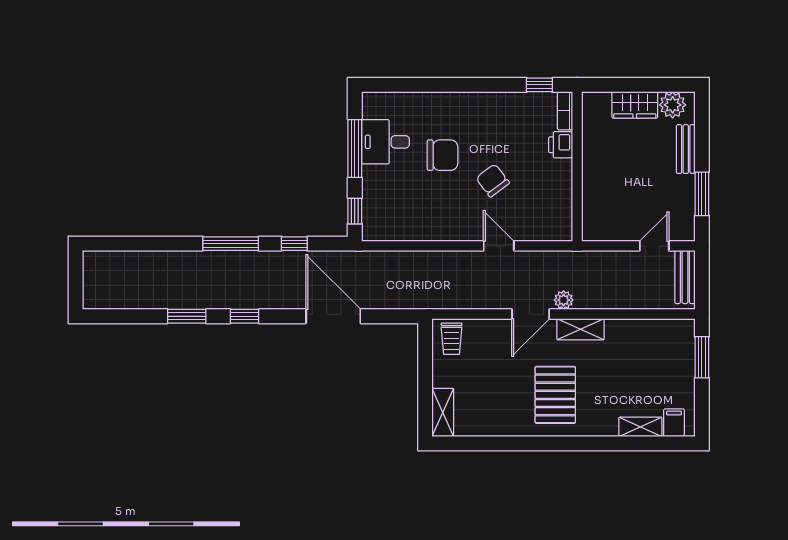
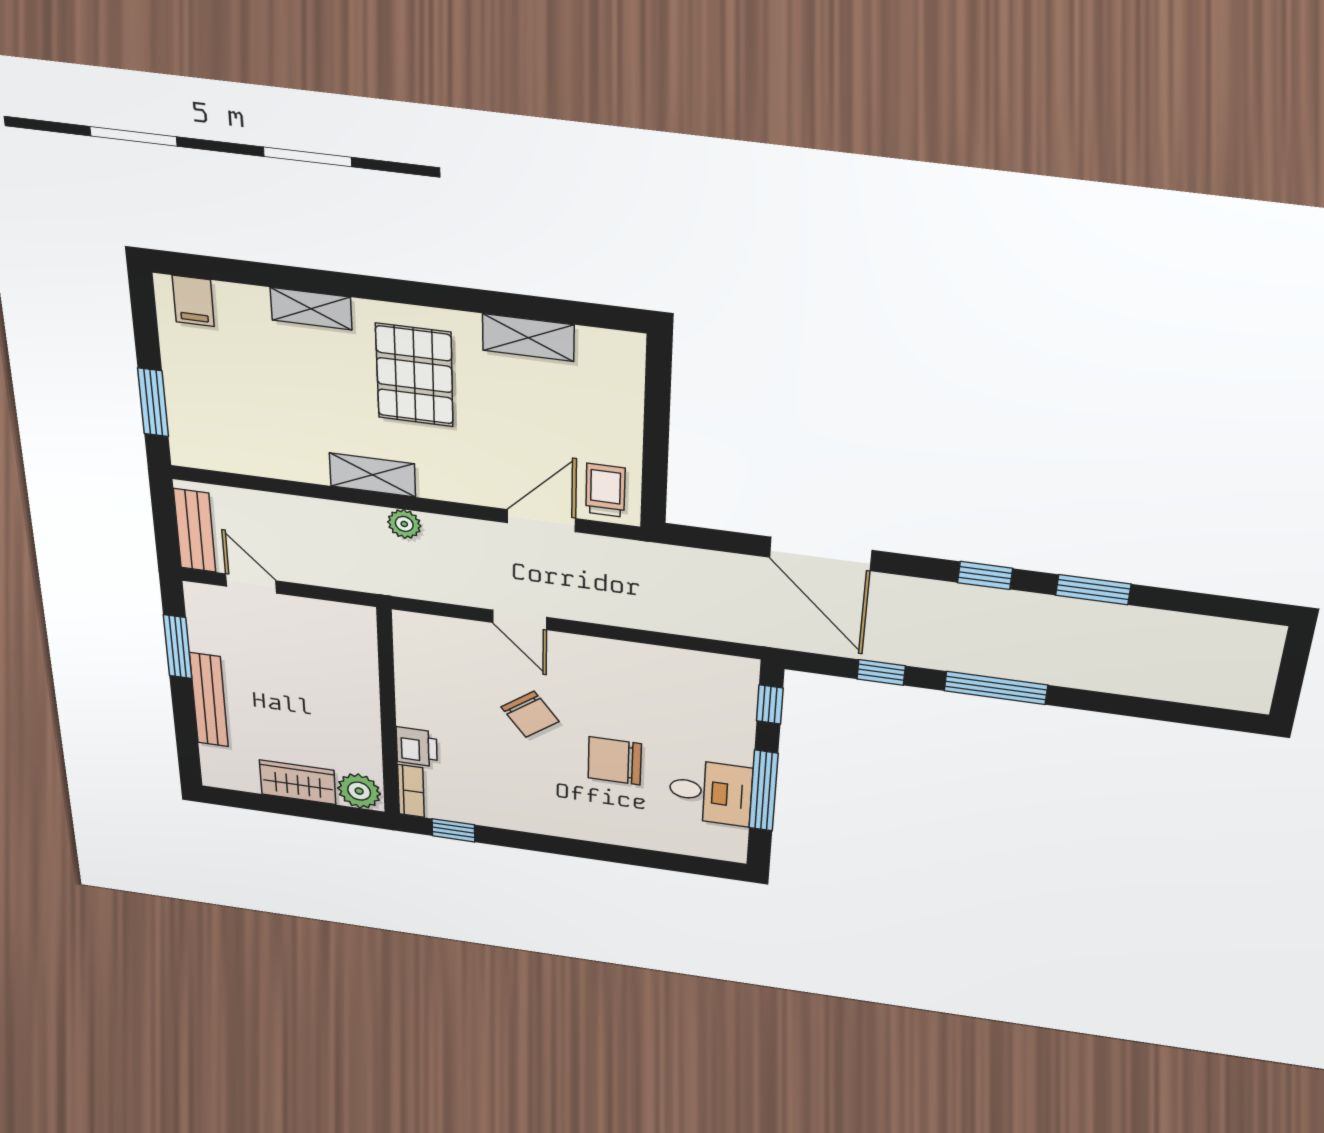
plant: (673, 105) -> (359, 791), moved
bench: (686, 149) -> (209, 700), width x1.36
door: (654, 246) -> (251, 583), swing flipped
door: (531, 314) -> (541, 521), moved
shelving: (443, 412) -> (528, 338), moved, turned 90
shelving: (640, 427) -> (311, 309), moved

